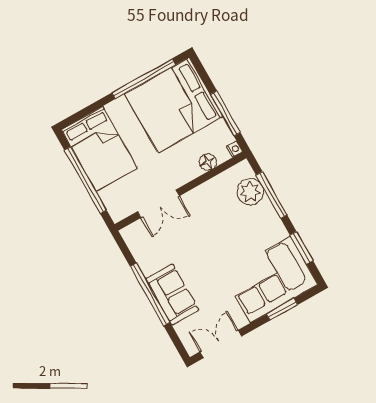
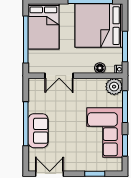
plant: (250, 192) -> (114, 87), moved
corner sofa: (270, 280) -> (105, 132), moved, turned -90

